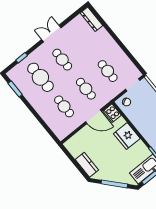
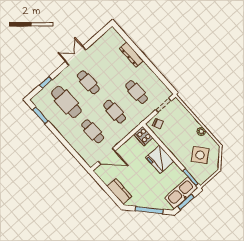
dresser: (92, 19) -> (131, 55), moved
door: (94, 117) -> (107, 156), moved

